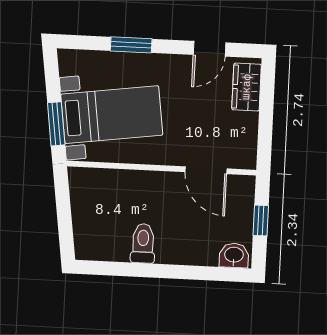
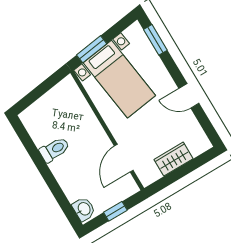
window: (131, 45) -> (155, 40), moved
door: (209, 49) -> (189, 96), moved
wardrobe: (247, 87) -> (174, 159), moved

